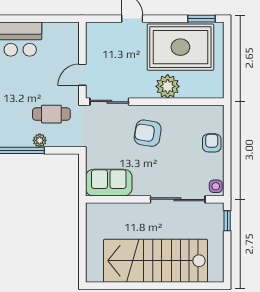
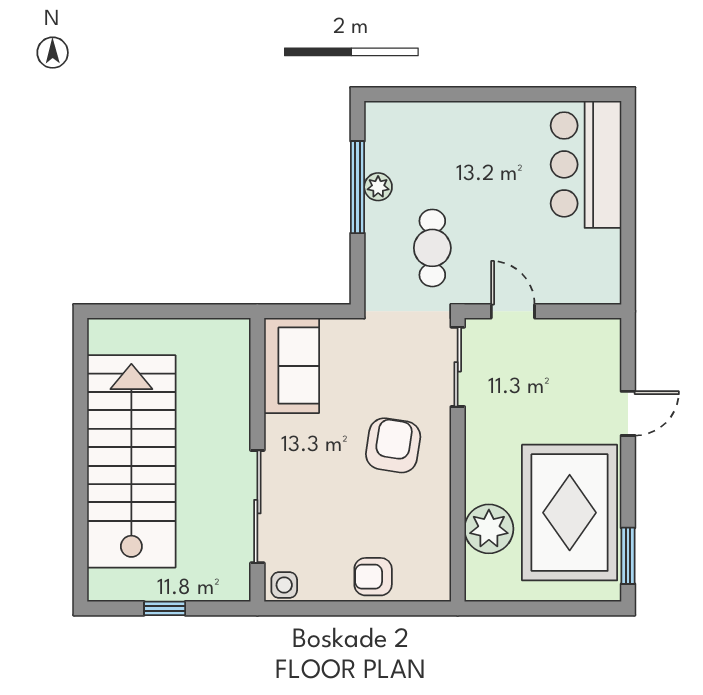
plant: (168, 86) -> (489, 529), moved
plant: (40, 140) -> (378, 187), moved
armchair: (212, 143) -> (373, 577), turned 180
window: (227, 221) -> (165, 608), moved

